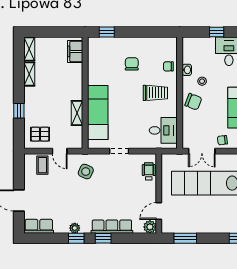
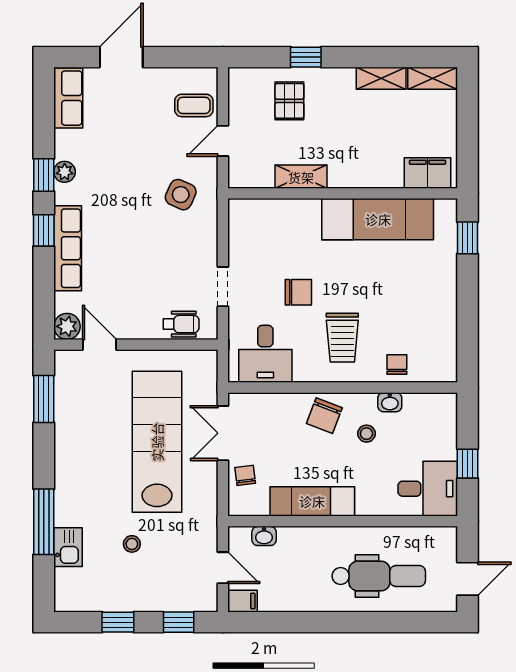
chair: (132, 64) -> (298, 292), moved
exam couch: (98, 113) -> (378, 219), moved
pallet: (40, 134) -> (289, 101), moved
doorway: (119, 151) -> (223, 287), moved

